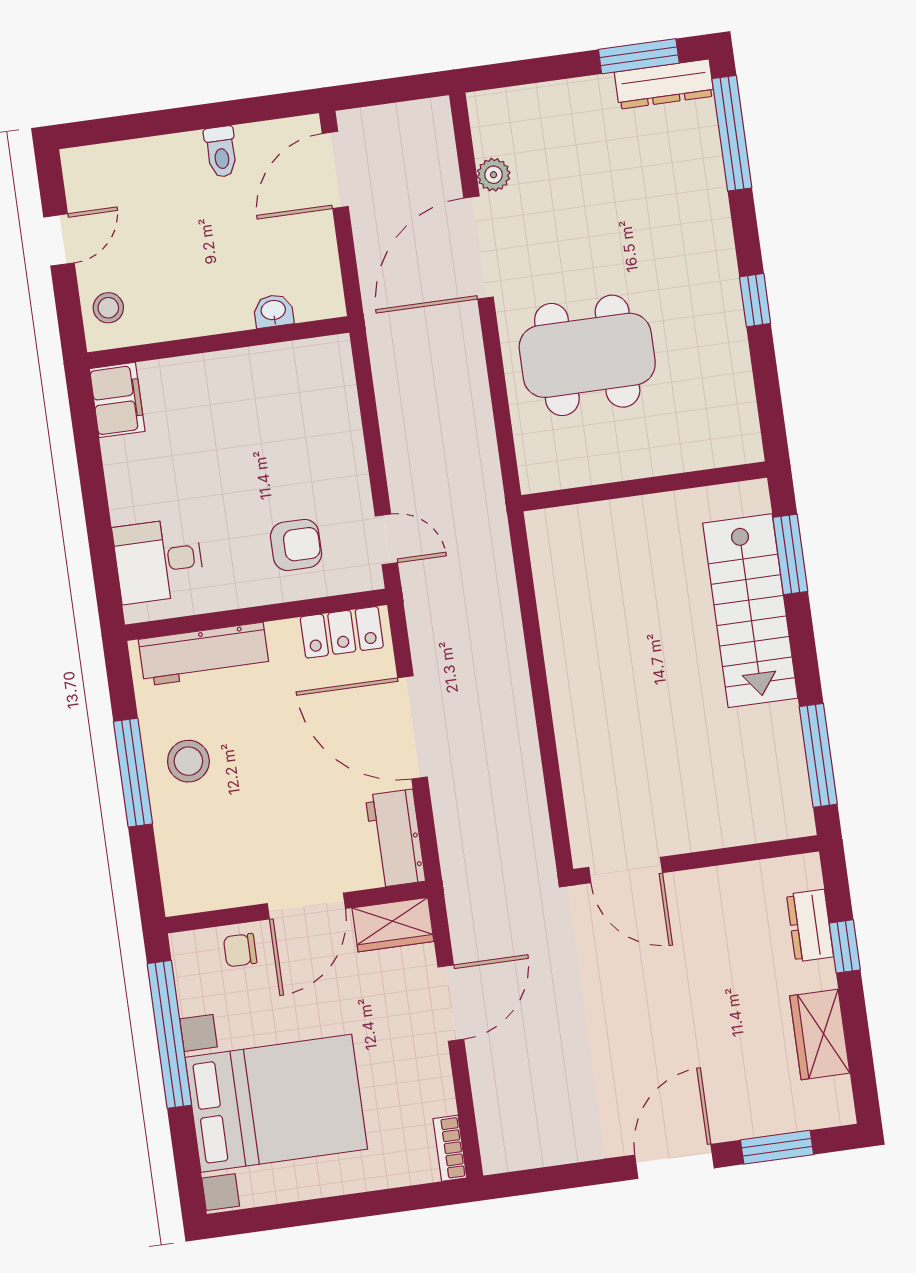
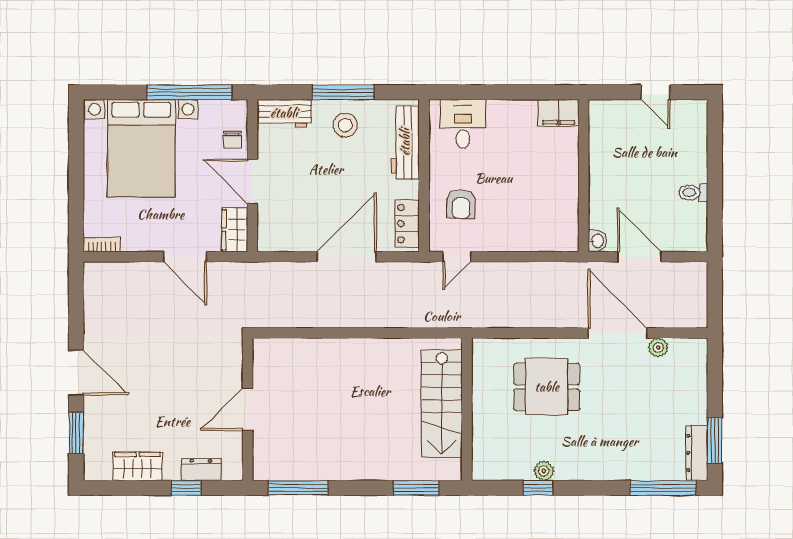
door: (335, 170) -> (639, 257), moved
window: (755, 300) -> (538, 488), moved
stool: (108, 308) -> (612, 115), removed
washbasin: (273, 311) -> (597, 241), moved
plant: (731, 340) -> (544, 471), added
dining table: (587, 355) -> (547, 387), width x0.73
stairs: (750, 611) -> (442, 404), moved, turned -90
workbench: (395, 838) -> (284, 113), moved, turned 180
door: (626, 870) -> (248, 409), moved
chair: (240, 950) -> (232, 140), turned 180

